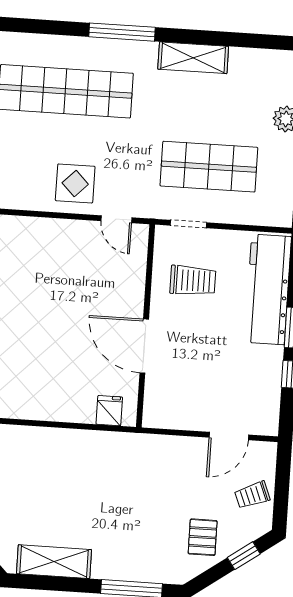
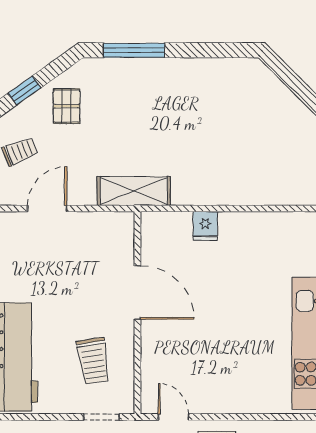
trolley: (193, 281) -> (93, 361), turned -99
fridge: (109, 411) -> (205, 226), moved
shelving: (54, 562) -> (134, 191), moved

